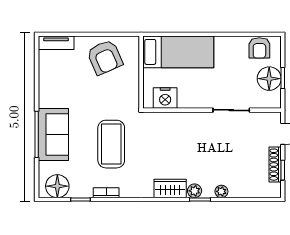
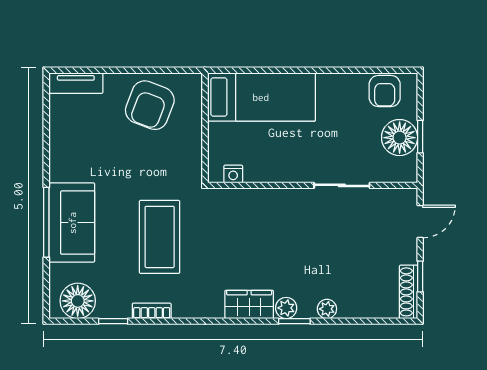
armchair: (105, 57) -> (150, 105), turned 45
nightstand: (165, 98) -> (233, 174), width x0.53, depth x0.56
shoe rack: (275, 165) -> (408, 292), moved

